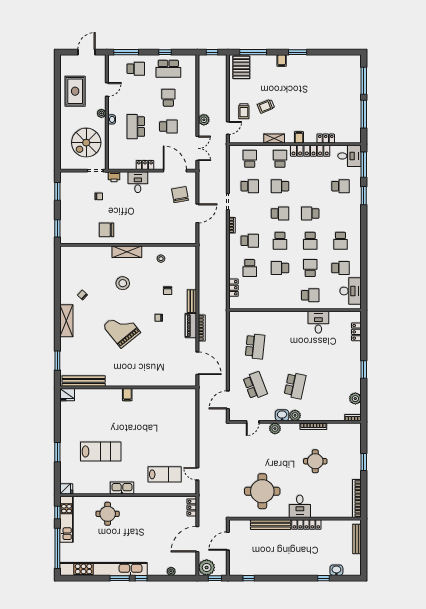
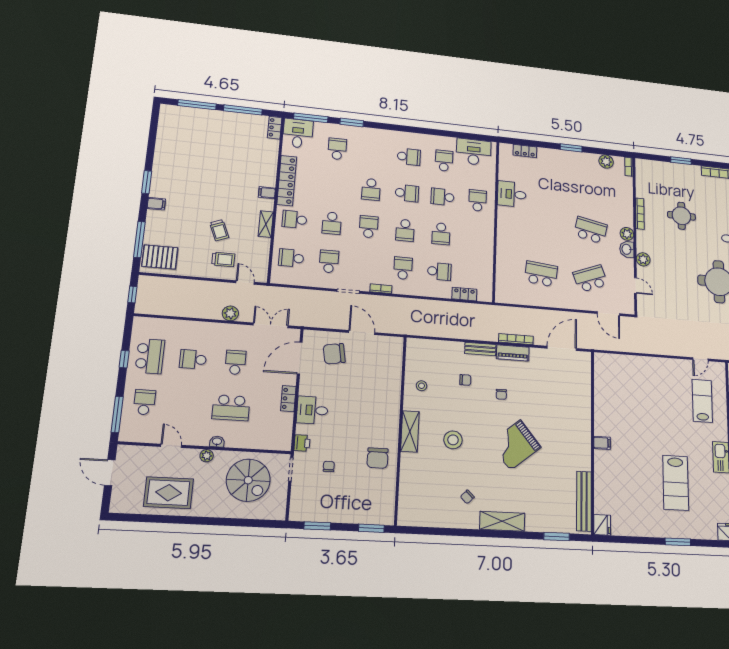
locker: (326, 139) -> (275, 128), moved
school desk: (280, 241) -> (405, 230), turned 90
lab bench: (101, 451) -> (676, 483), turned 180

